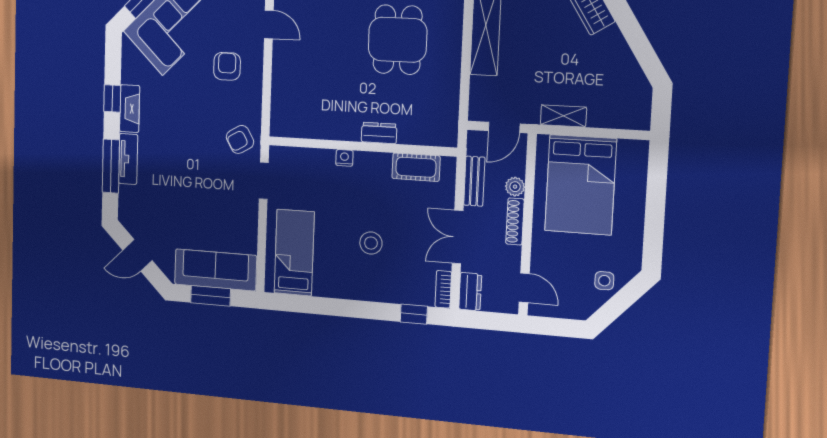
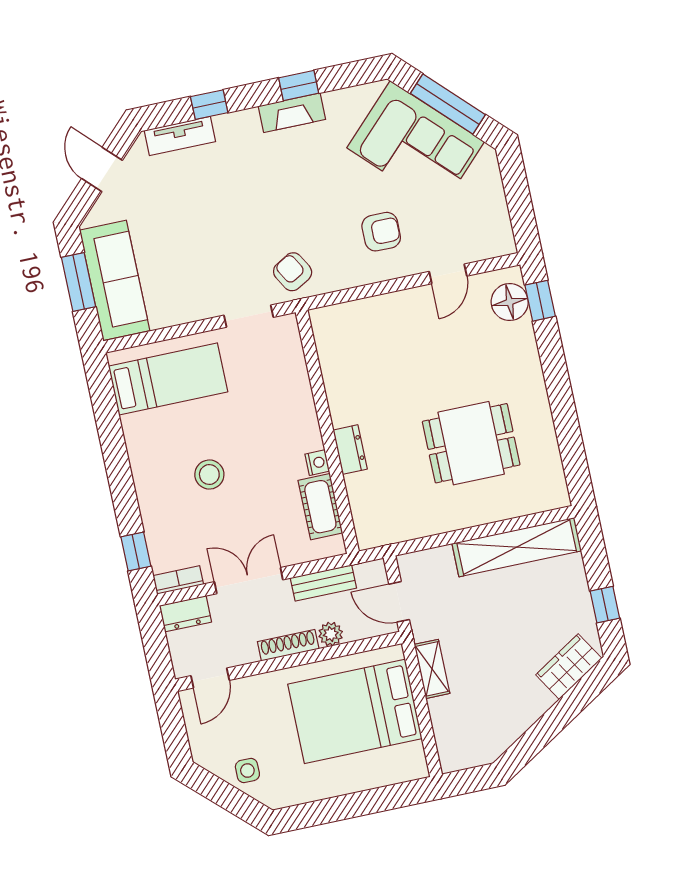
nightstand: (344, 158) -> (317, 463), moved
tv unit: (128, 159) -> (180, 136), moved
window: (111, 166) -> (209, 105), width x0.46

